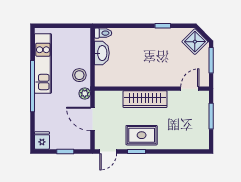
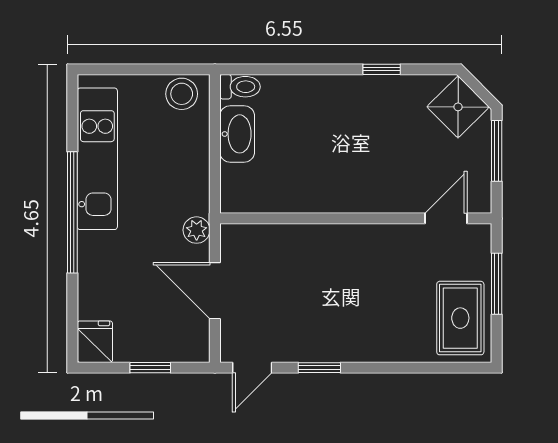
stool: (79, 75) -> (182, 94), moved
wardrobe: (145, 99) -> (340, 244), removed
rug: (142, 135) -> (460, 318), moved, turned 90

